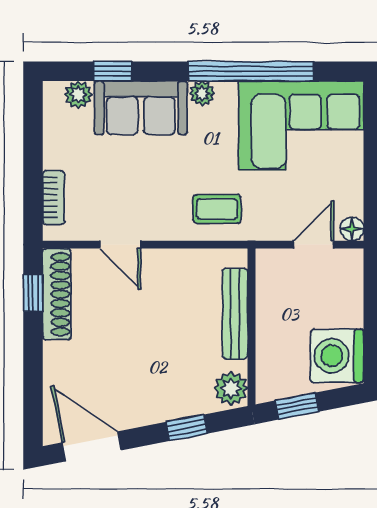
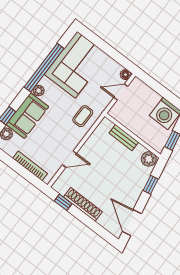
bookcase: (53, 198) -> (30, 166), width x1.56
door: (314, 245) -> (121, 92), hinge flipped
shoe rack: (57, 294) -> (83, 204), moved
bench: (235, 313) -> (124, 138), width x0.73
door: (92, 446) -> (132, 223), hinge flipped

